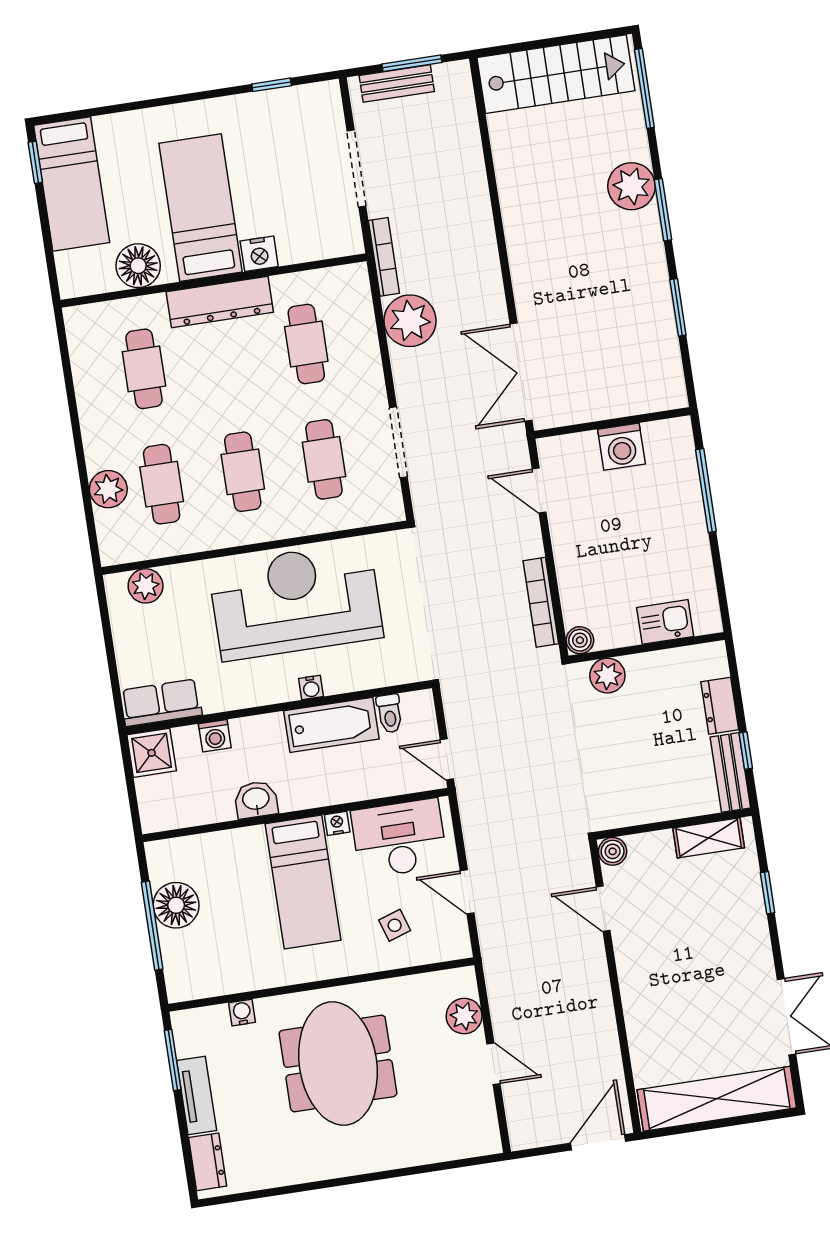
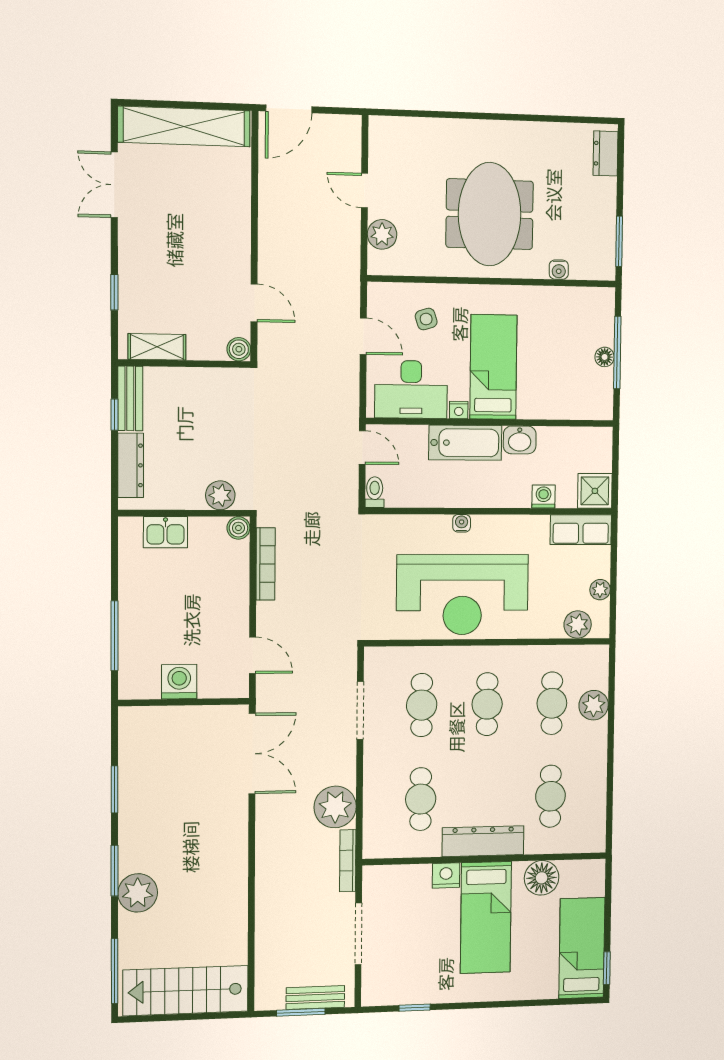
plant: (124, 633) -> (600, 590), added
dresser: (720, 706) -> (131, 465), width x1.44
toilet: (390, 714) -> (375, 492), moved
bathtub: (331, 725) -> (465, 443), moved, turned 180
floor lamp: (176, 905) -> (605, 357), width x0.53, depth x0.53
tv unit: (197, 1095) -> (605, 209), removed

